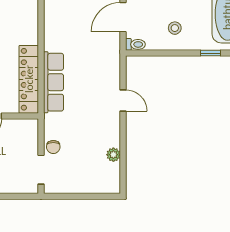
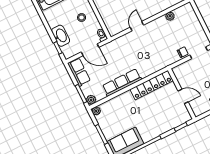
row of seats: (53, 82) -> (122, 83), moved

